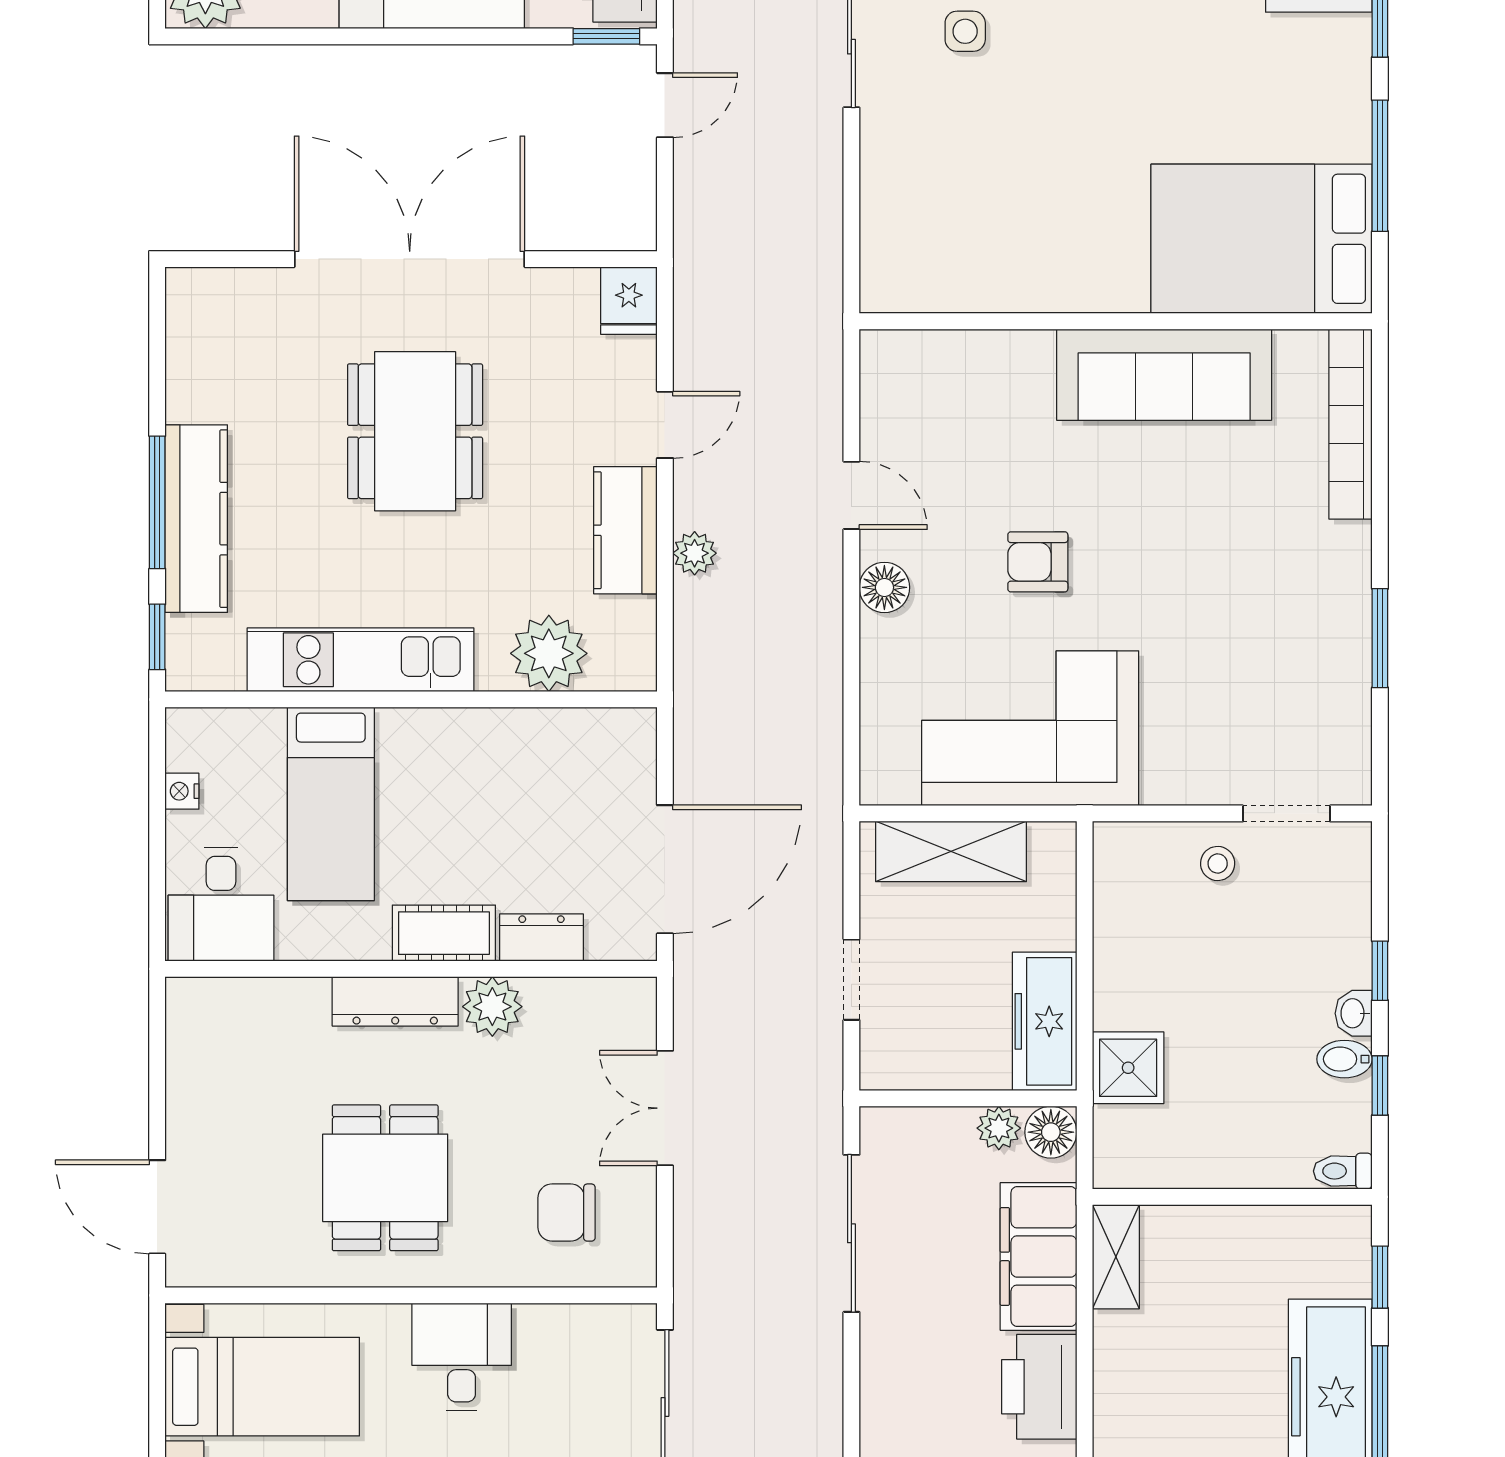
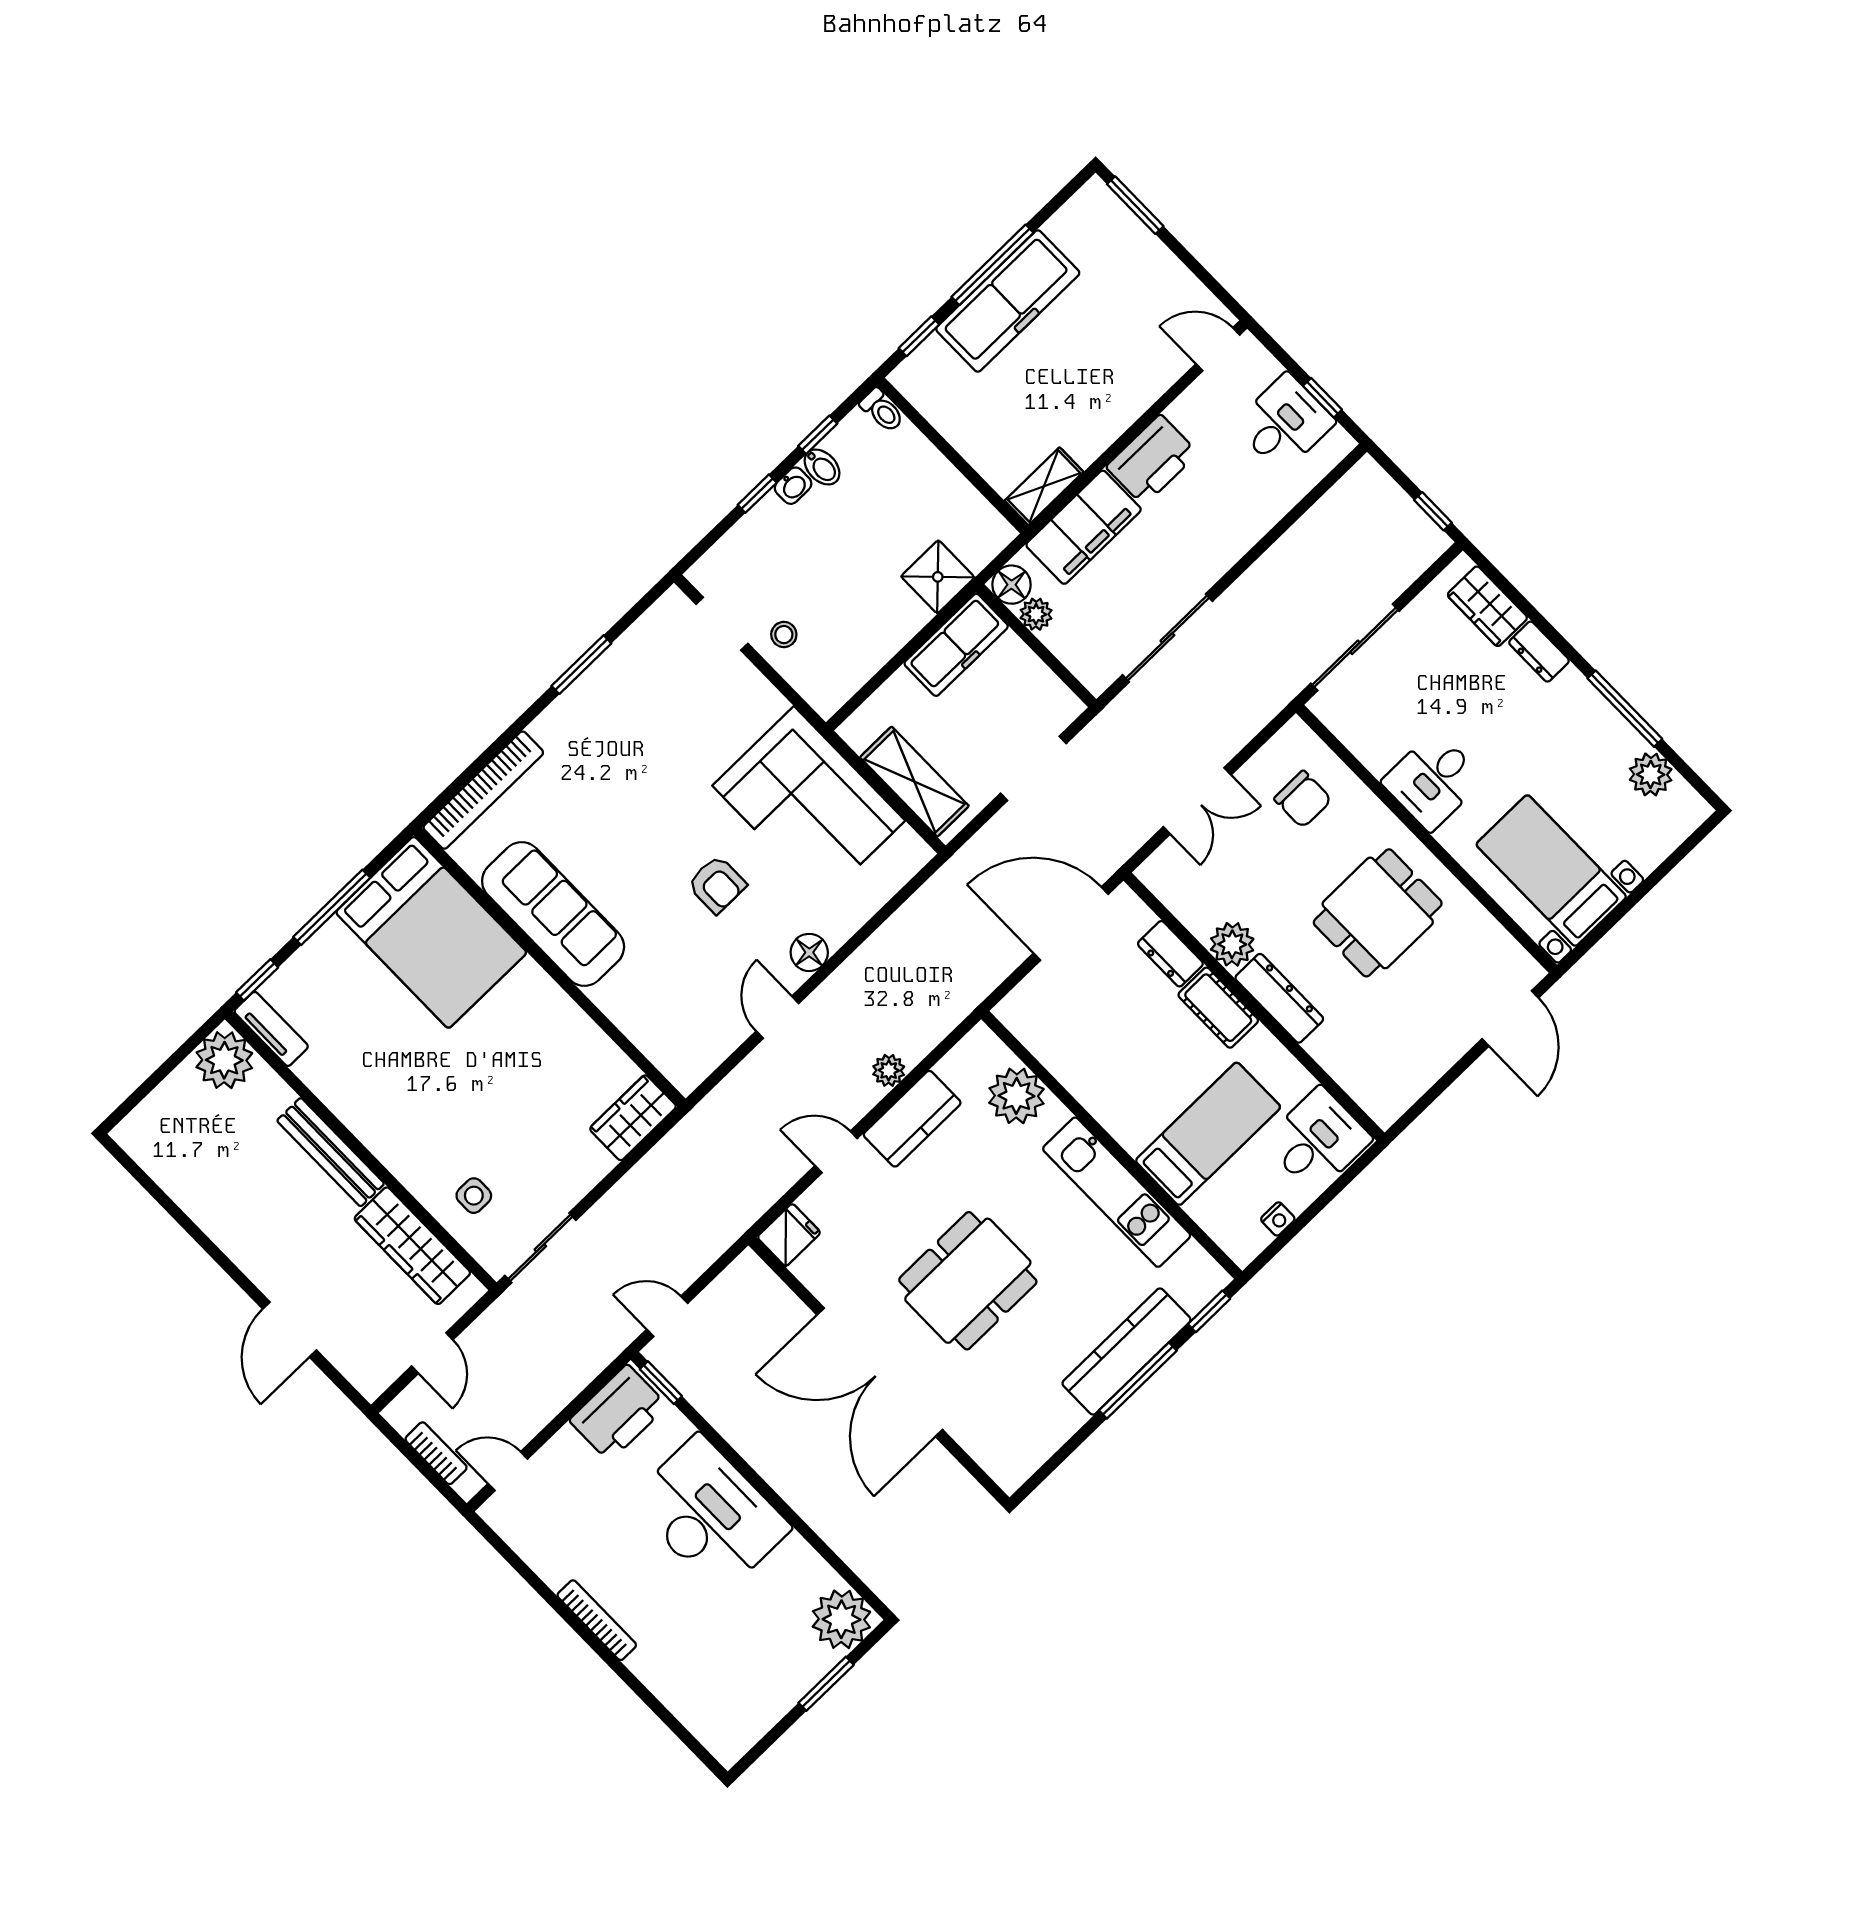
wardrobe: (890, 260) -> (633, 1118), added
doorway: (851, 980) -> (1033, 768), width x1.38

